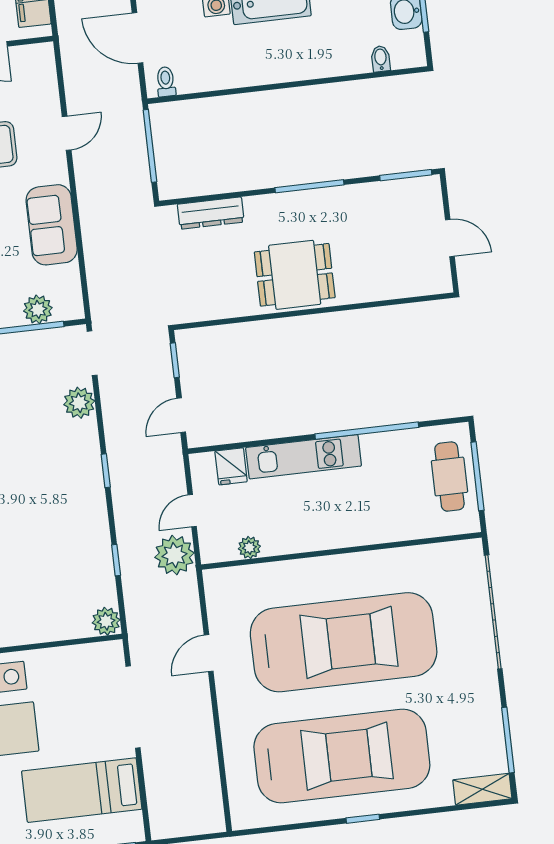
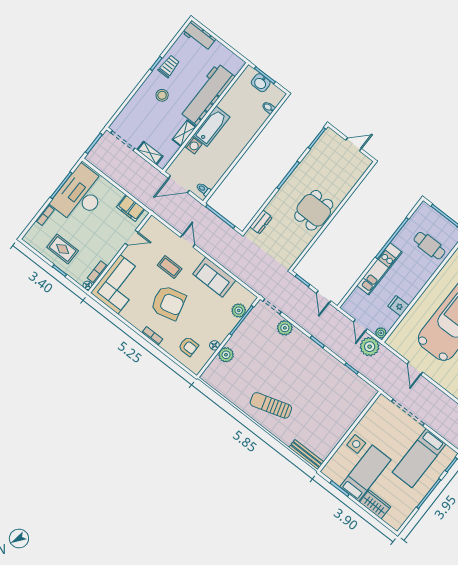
dresser: (211, 213) -> (261, 222), width x0.70
fridge: (231, 466) -> (398, 306), moved, turned 180
cafe table: (449, 477) -> (429, 246), moved
plant: (249, 548) -> (381, 333), moved
plant: (106, 621) -> (369, 393), removed

